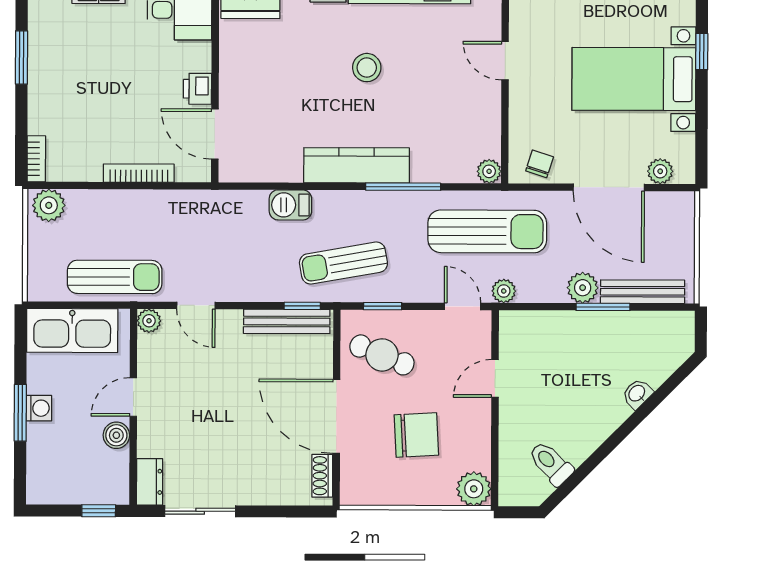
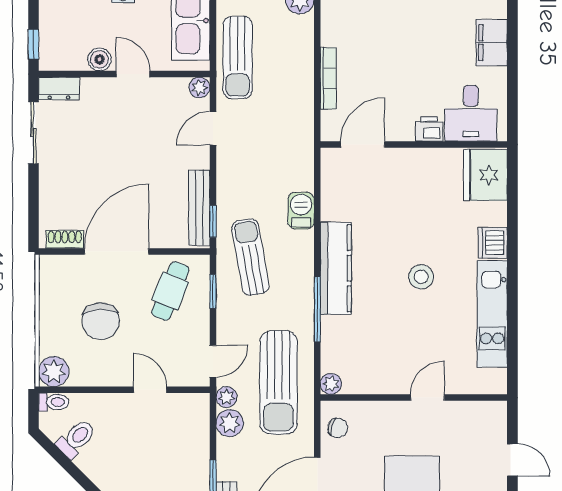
printer: (197, 89) -> (429, 129), moved
plant: (583, 288) -> (230, 423), moved
toilet: (509, 489) -> (54, 402), added

